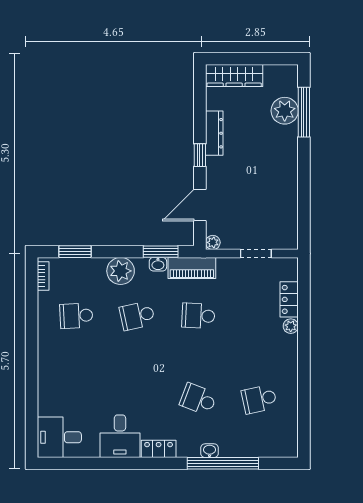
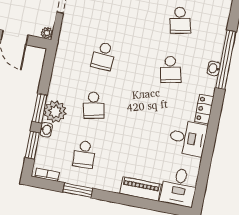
window: (161, 252) -> (40, 108), moved
washbasin: (158, 264) -> (46, 130), moved
piano: (192, 268) -> (141, 189), moved, turned -90
window: (32, 316) -> (78, 190), added
school desk: (198, 399) -> (170, 69), turned -33

